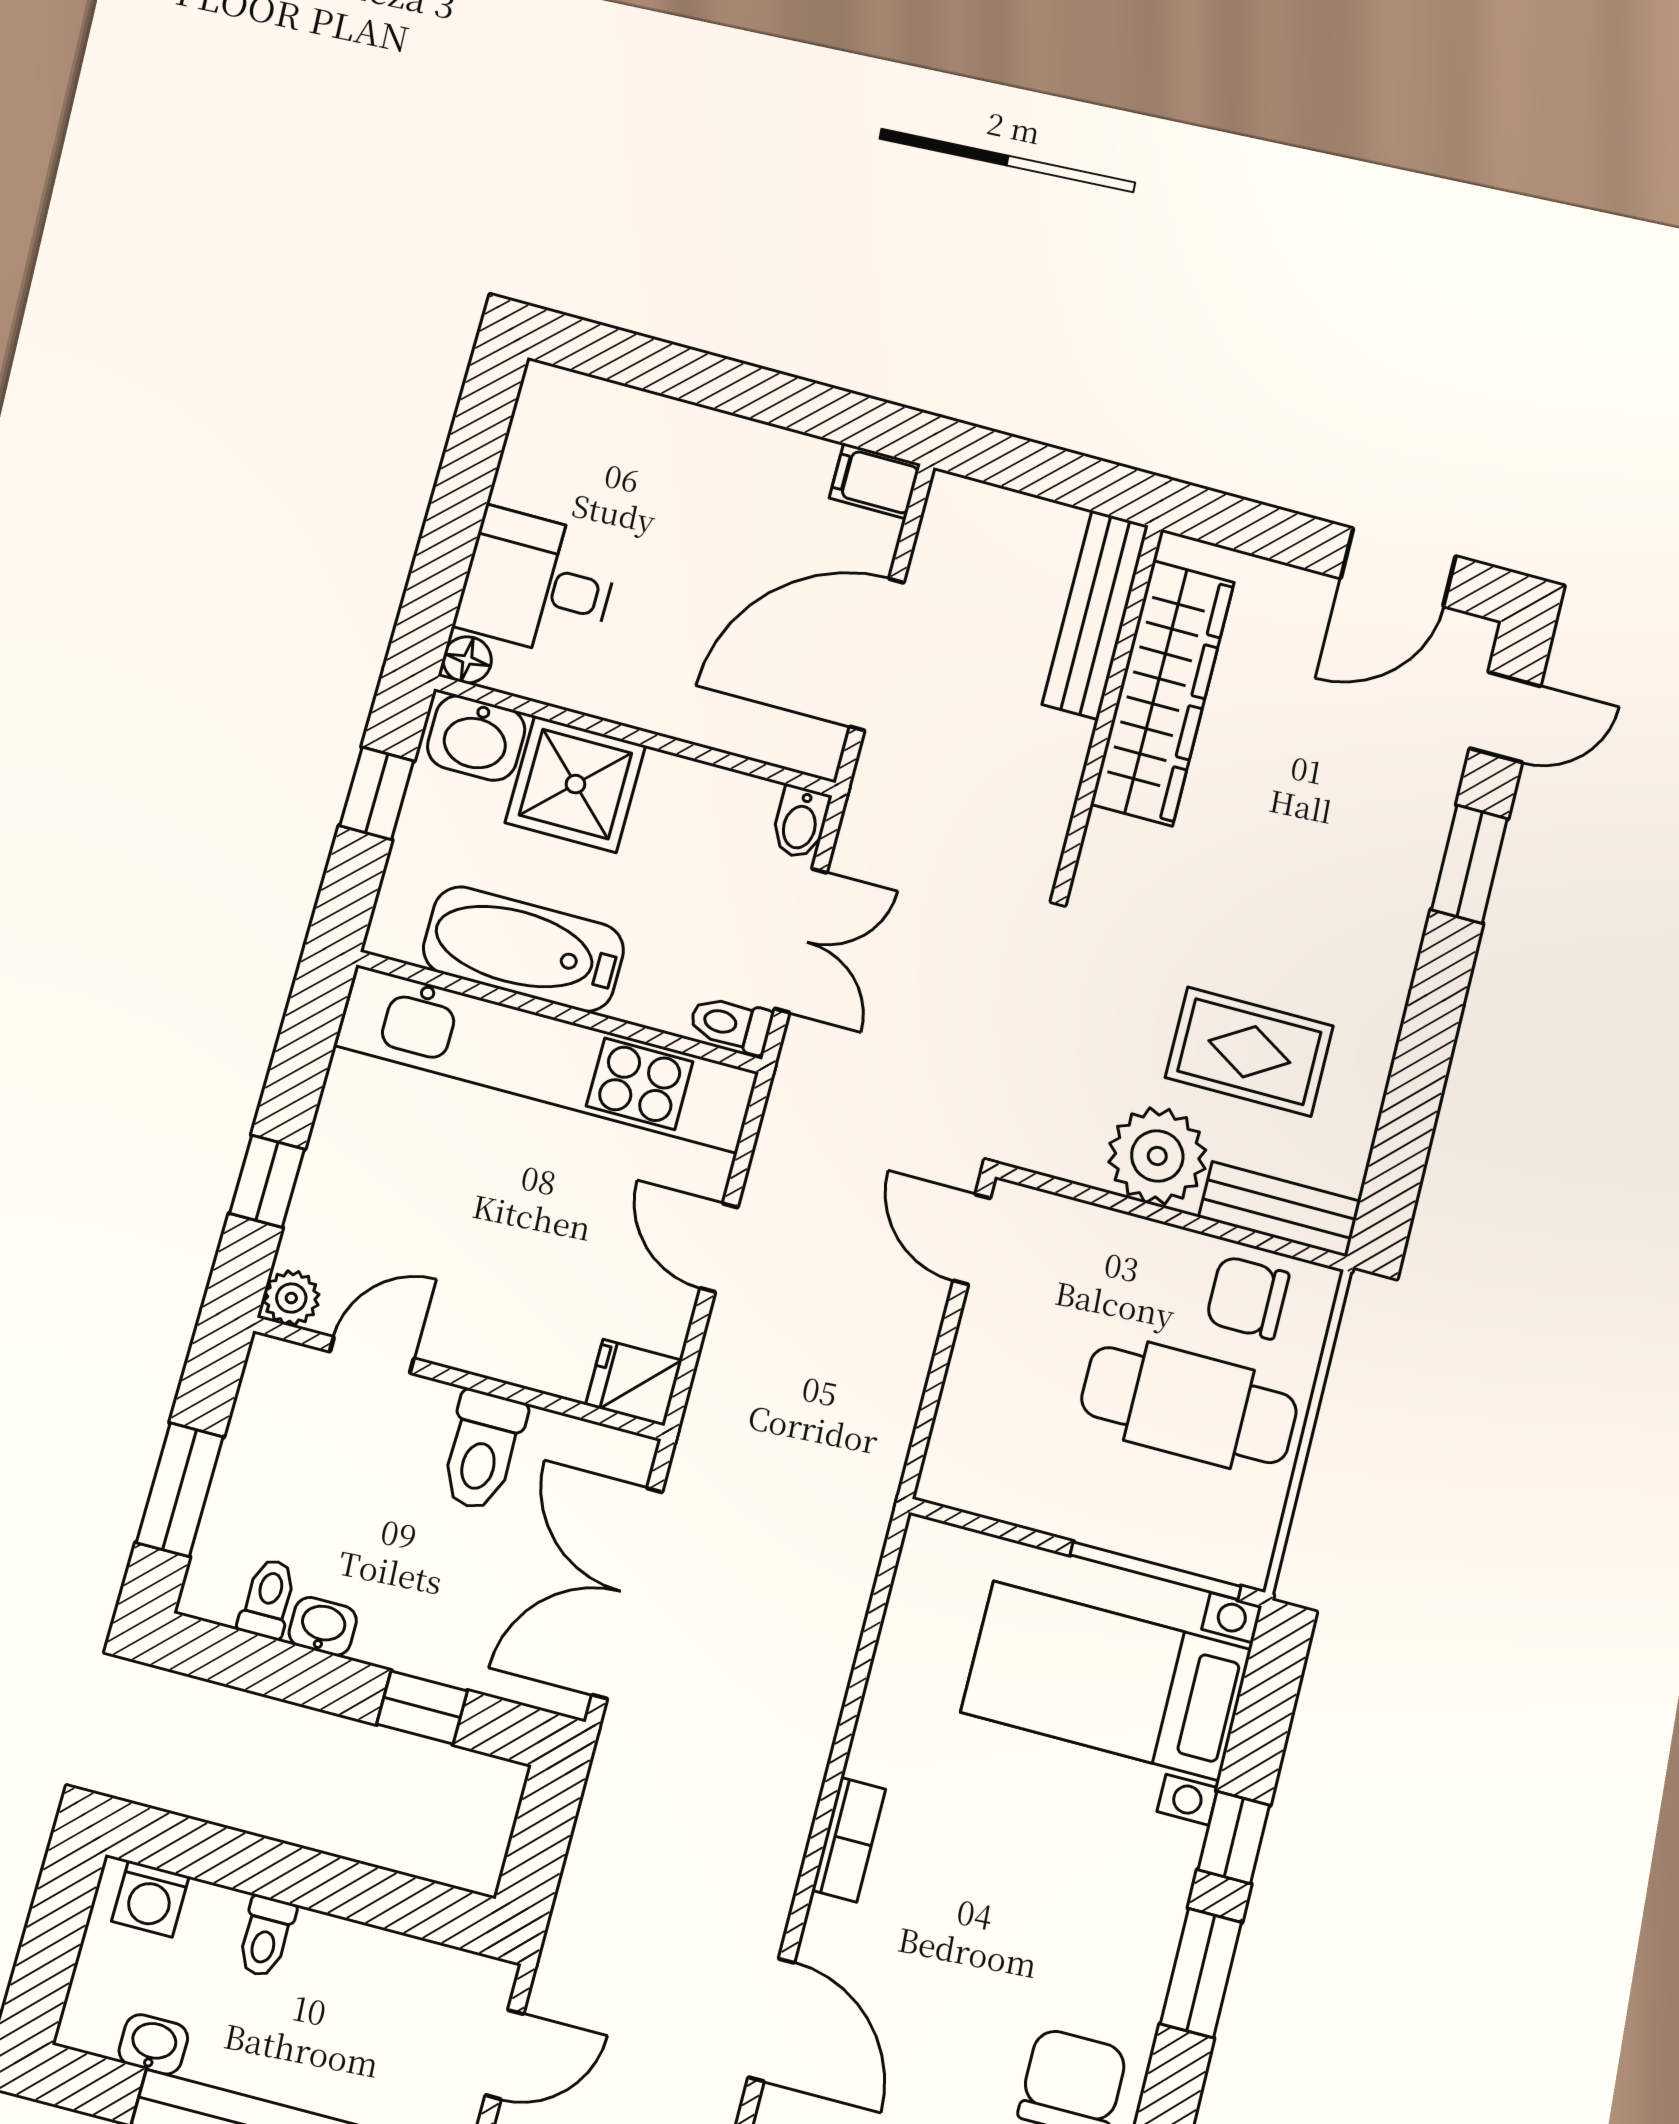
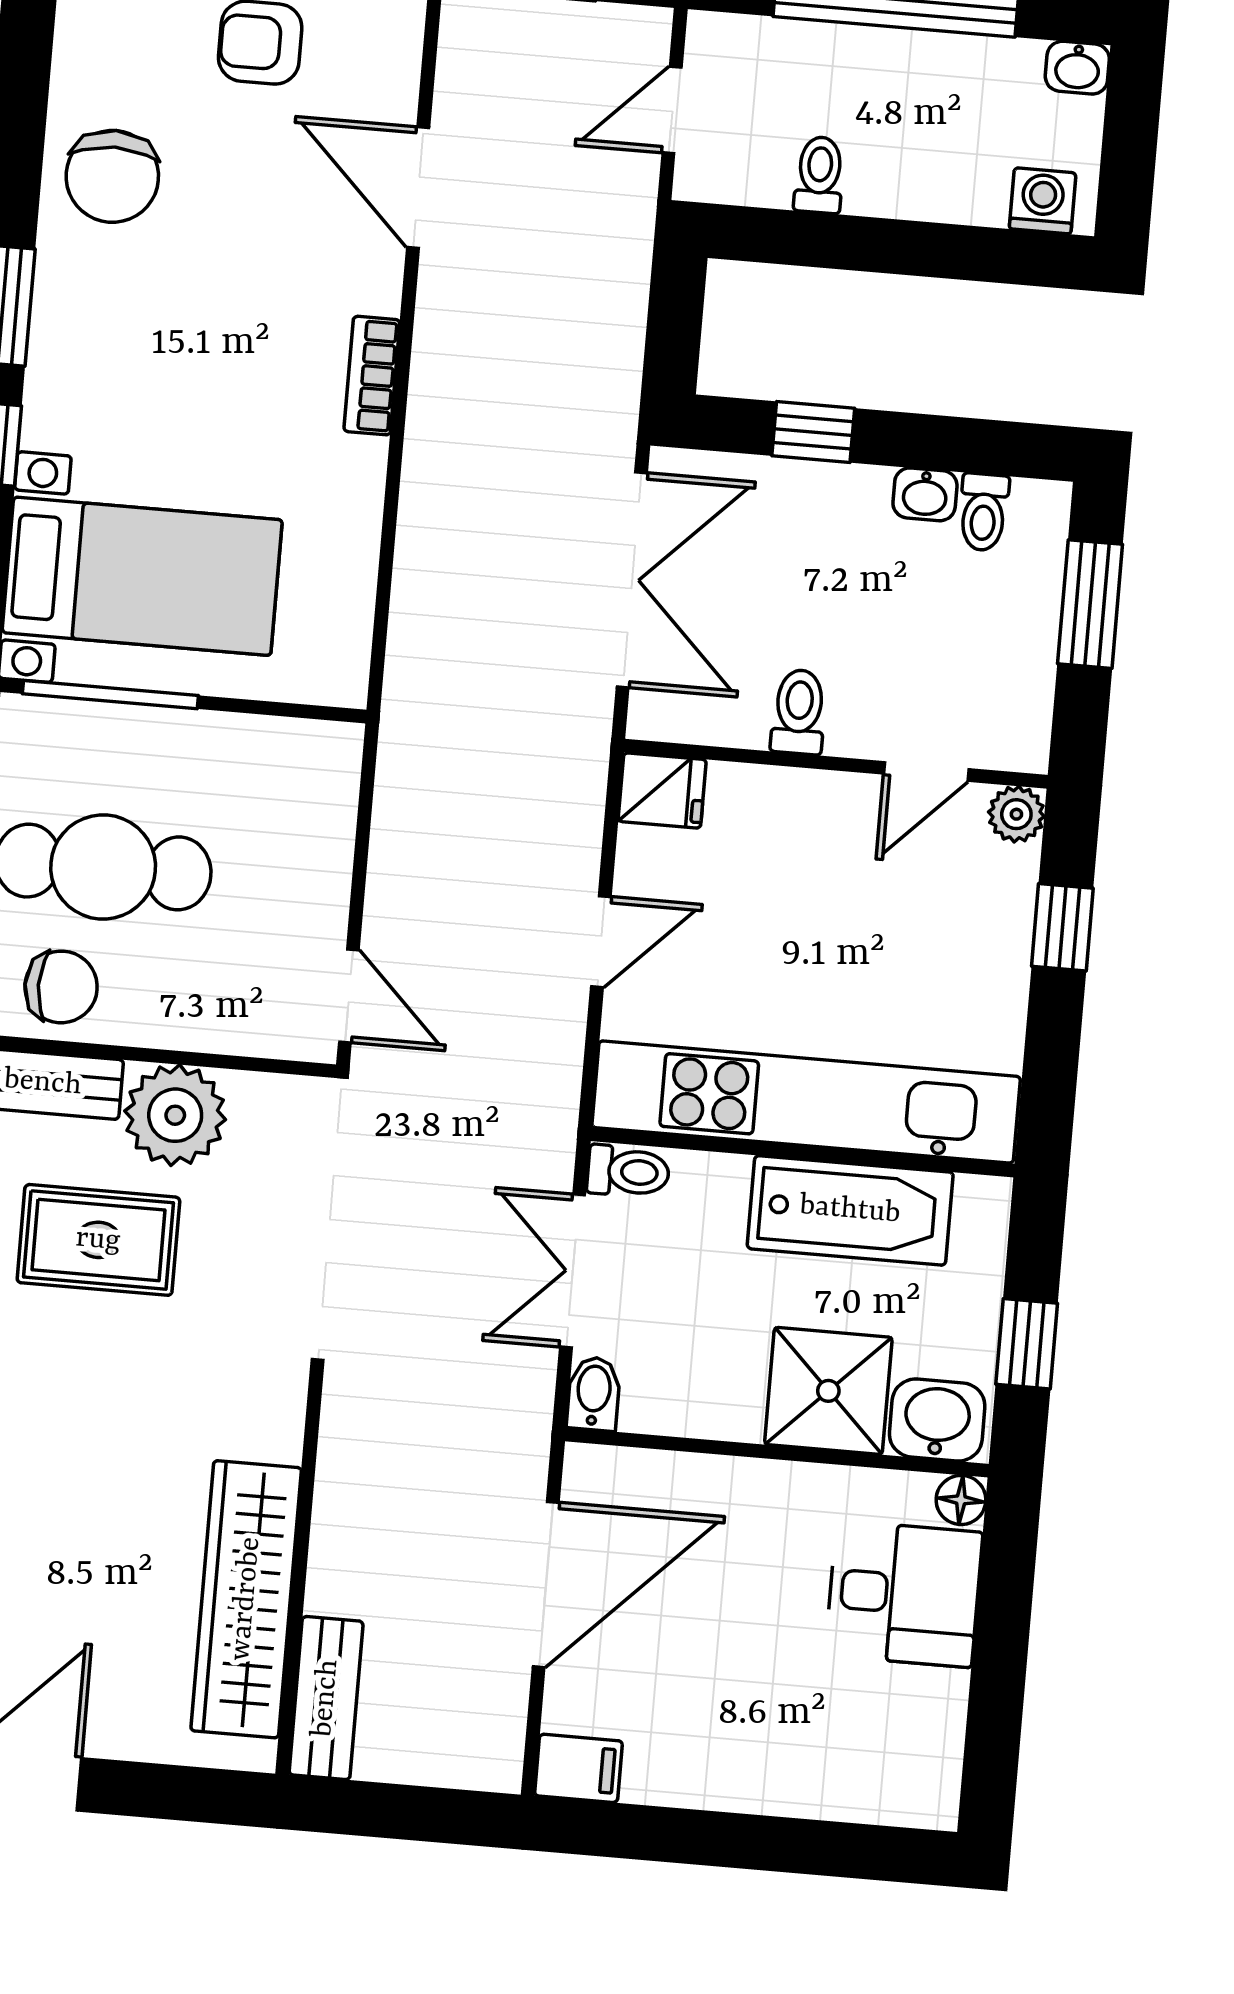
bench: (1095, 615) -> (326, 1698), width x0.73
door: (719, 1248) -> (601, 942), hinge flipped
toilet: (482, 1451) -> (799, 712), width x0.73, depth x0.72
toilet: (266, 1936) -> (819, 175), moved
washbasin: (153, 2044) -> (1077, 68), moved

